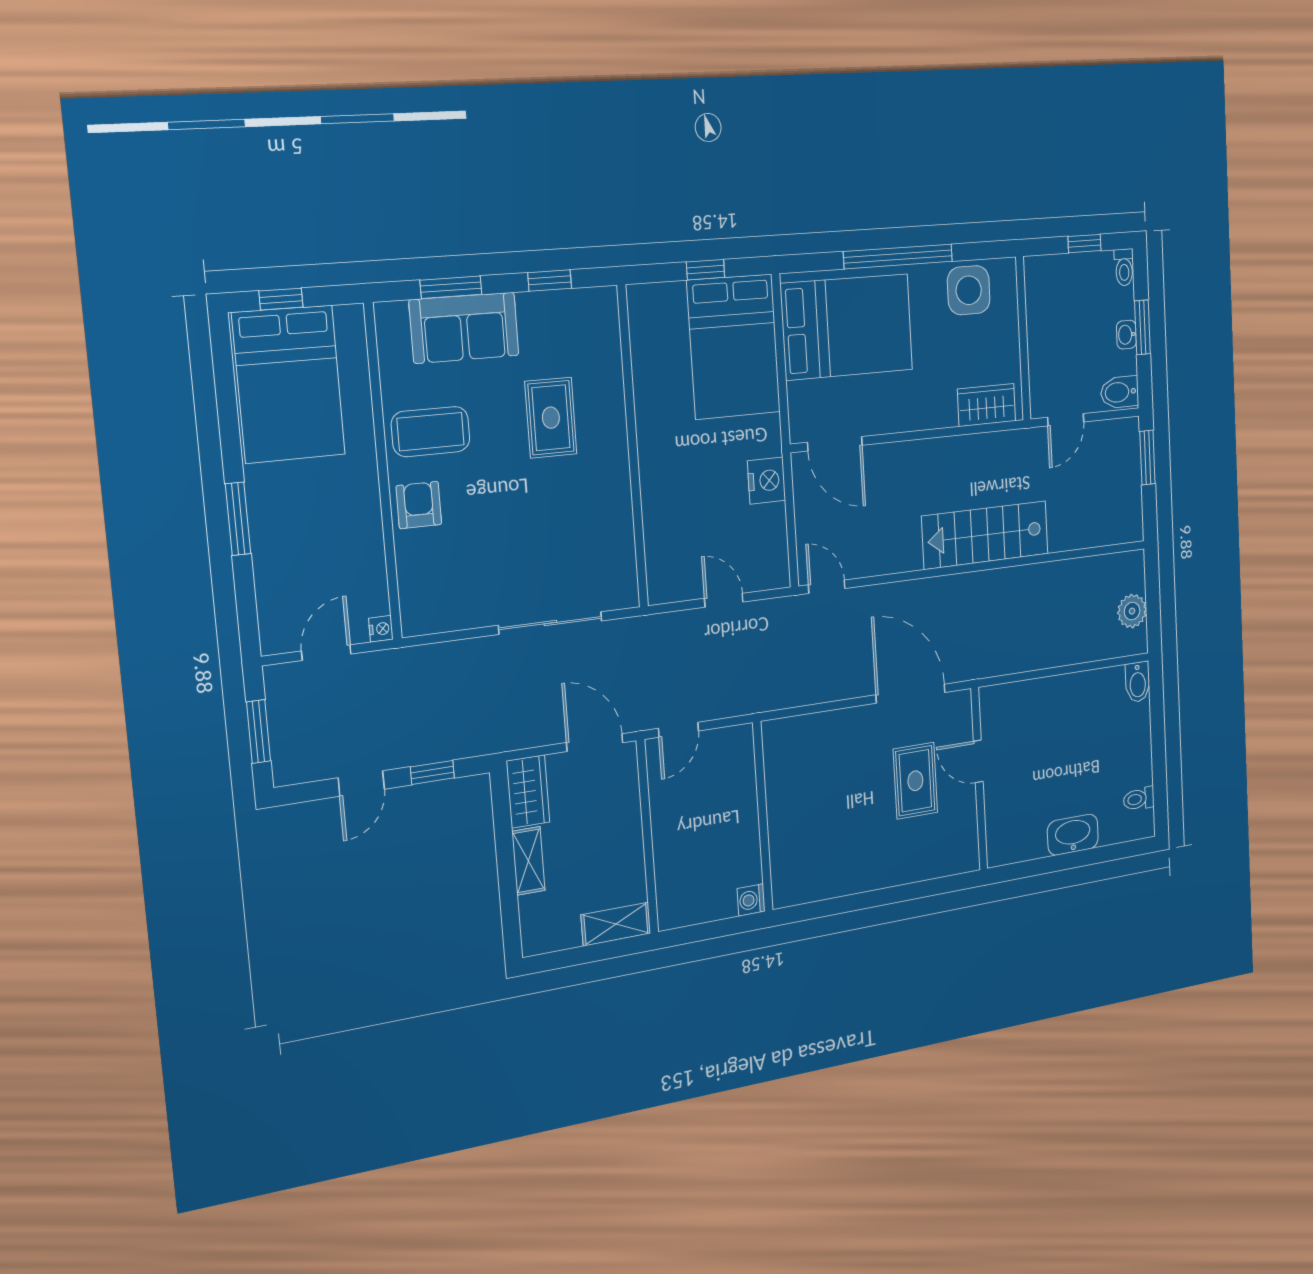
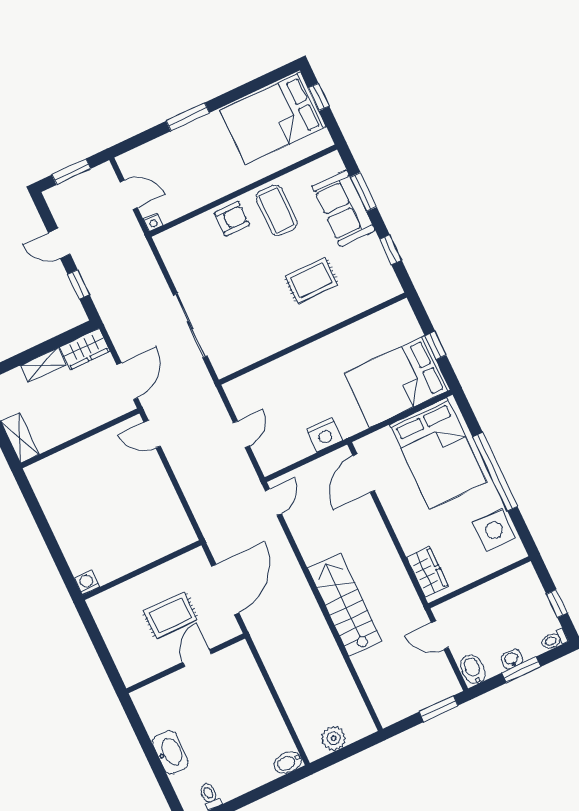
wall: (763, 817) -> (142, 570), moved
washing machine: (751, 900) -> (87, 582), moved

